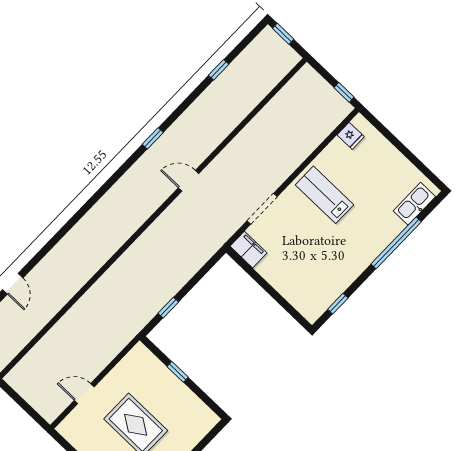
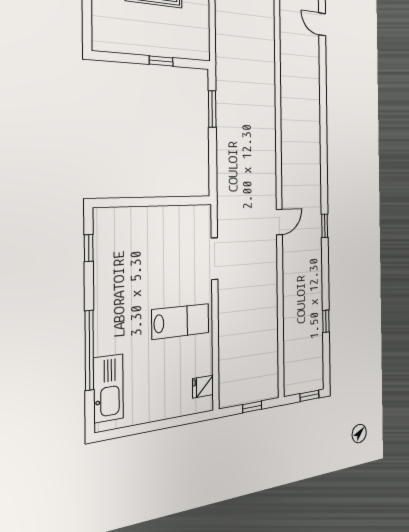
window: (344, 92) -> (252, 407), moved
kitchen sink: (414, 204) -> (108, 388), width x1.36, depth x1.24
filing cabinet: (248, 250) -> (196, 216), removed
window: (168, 308) -> (212, 109), width x1.50

